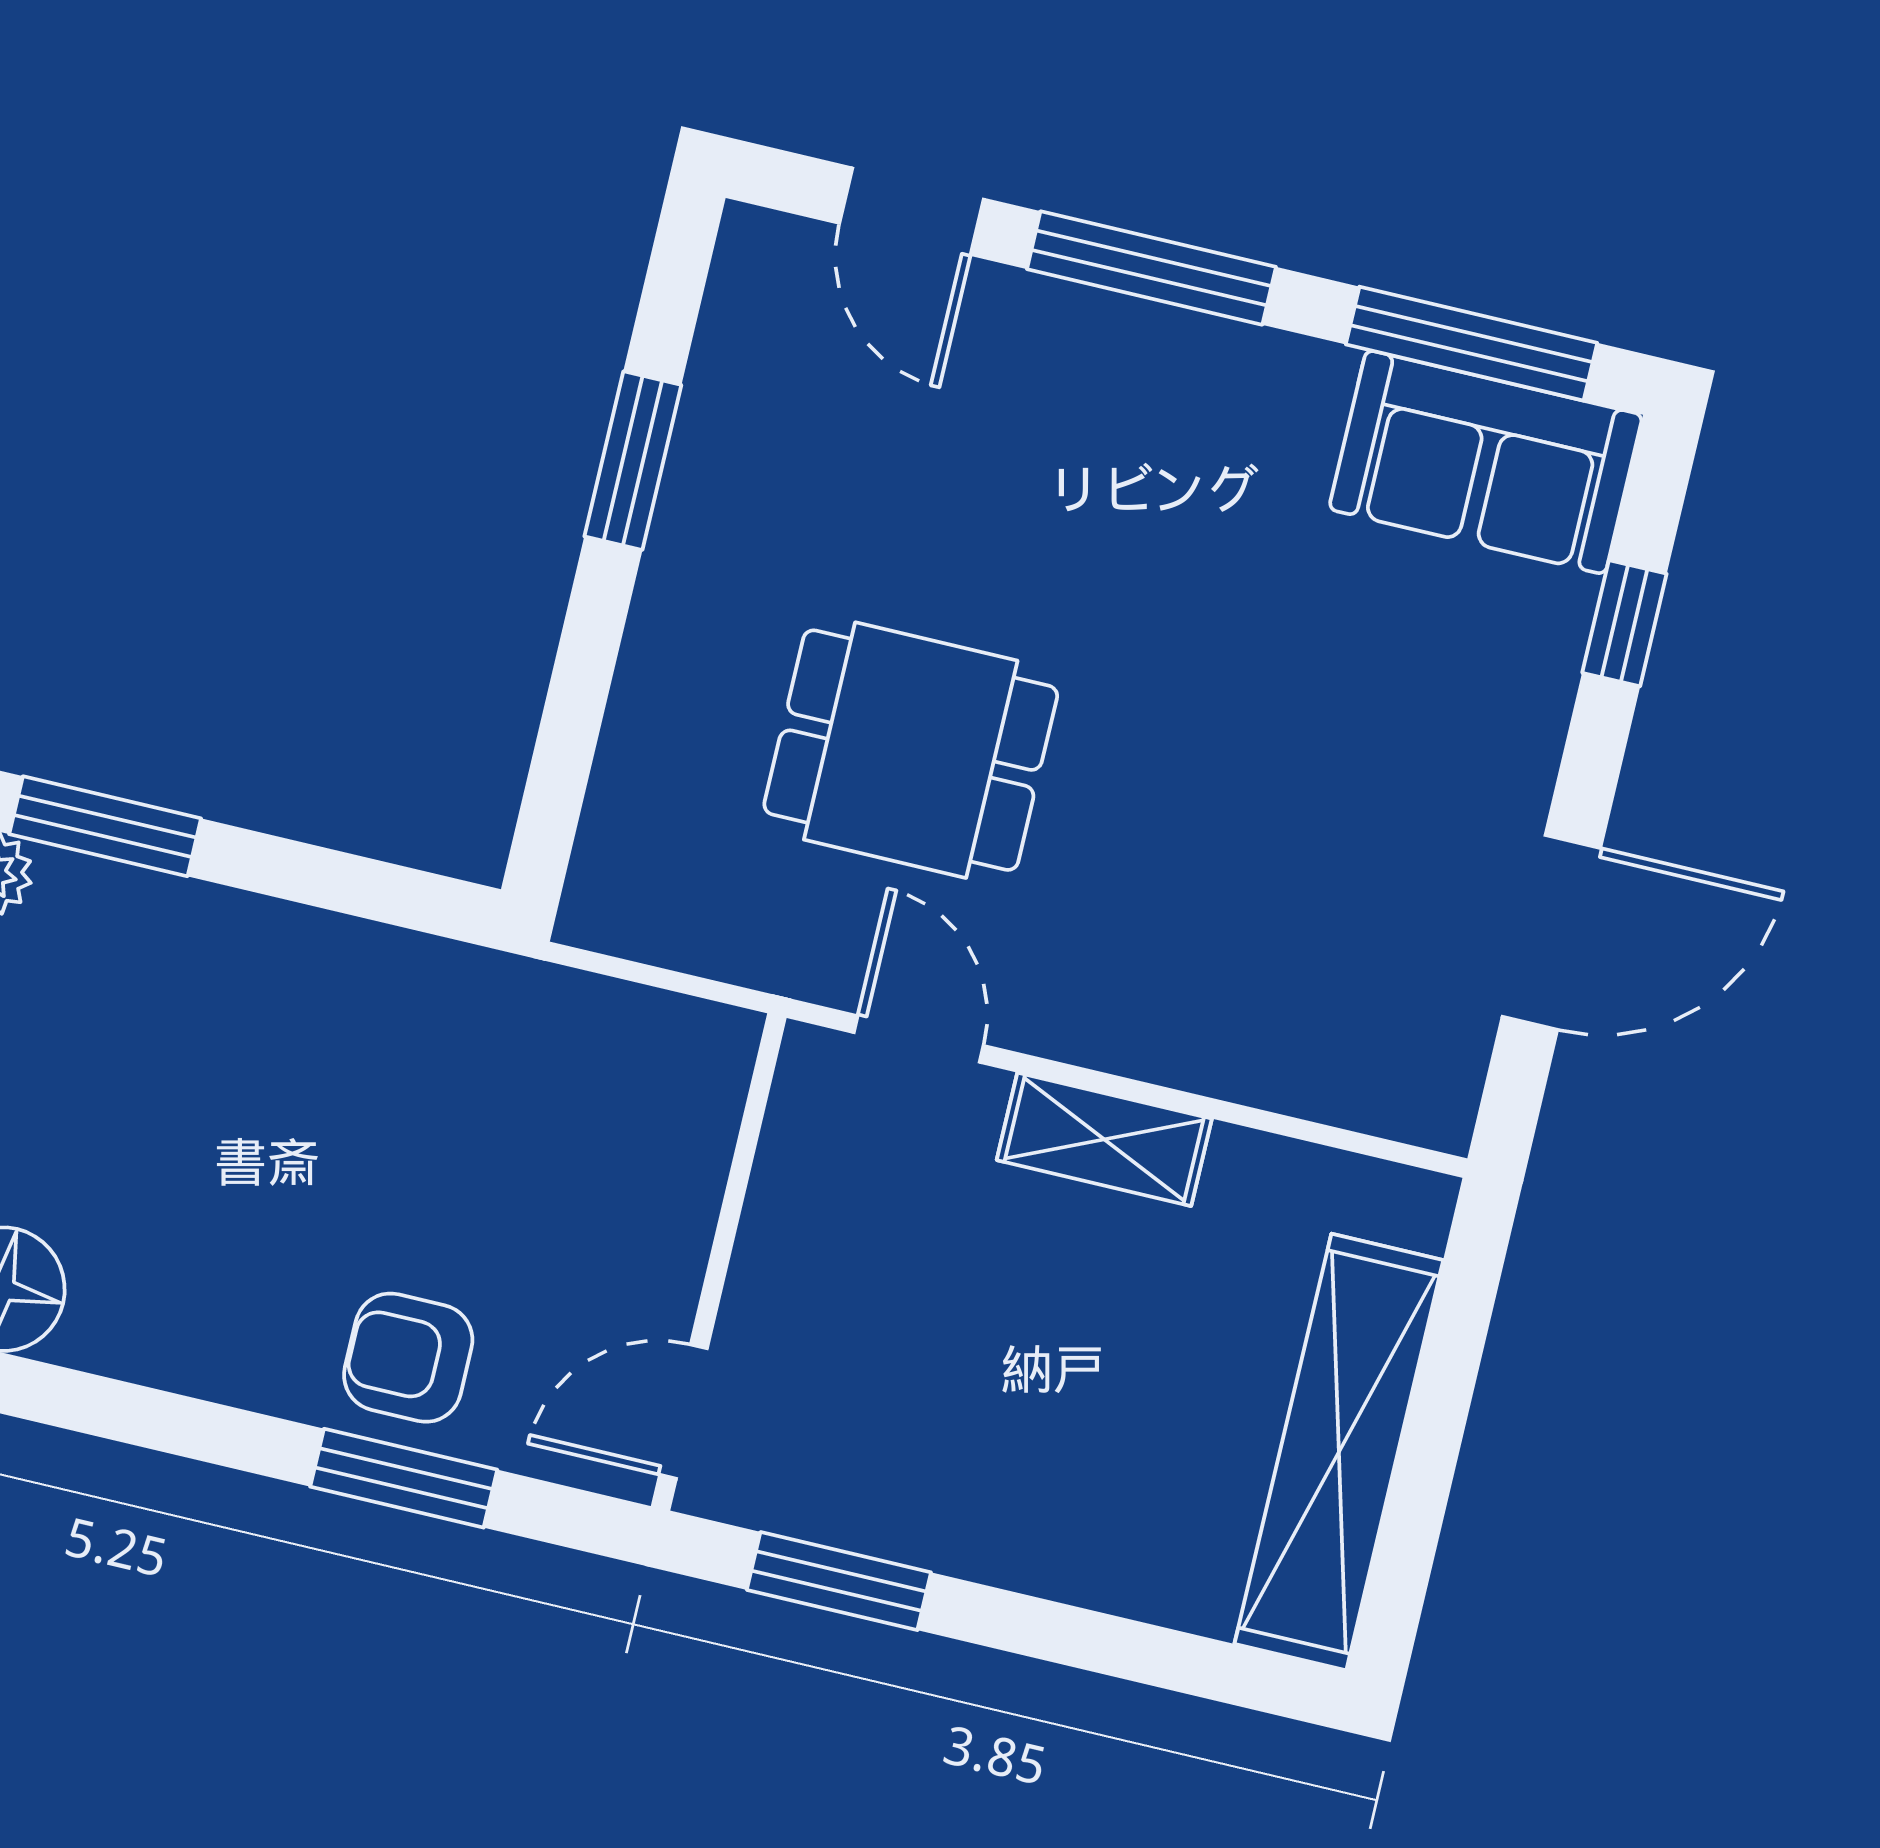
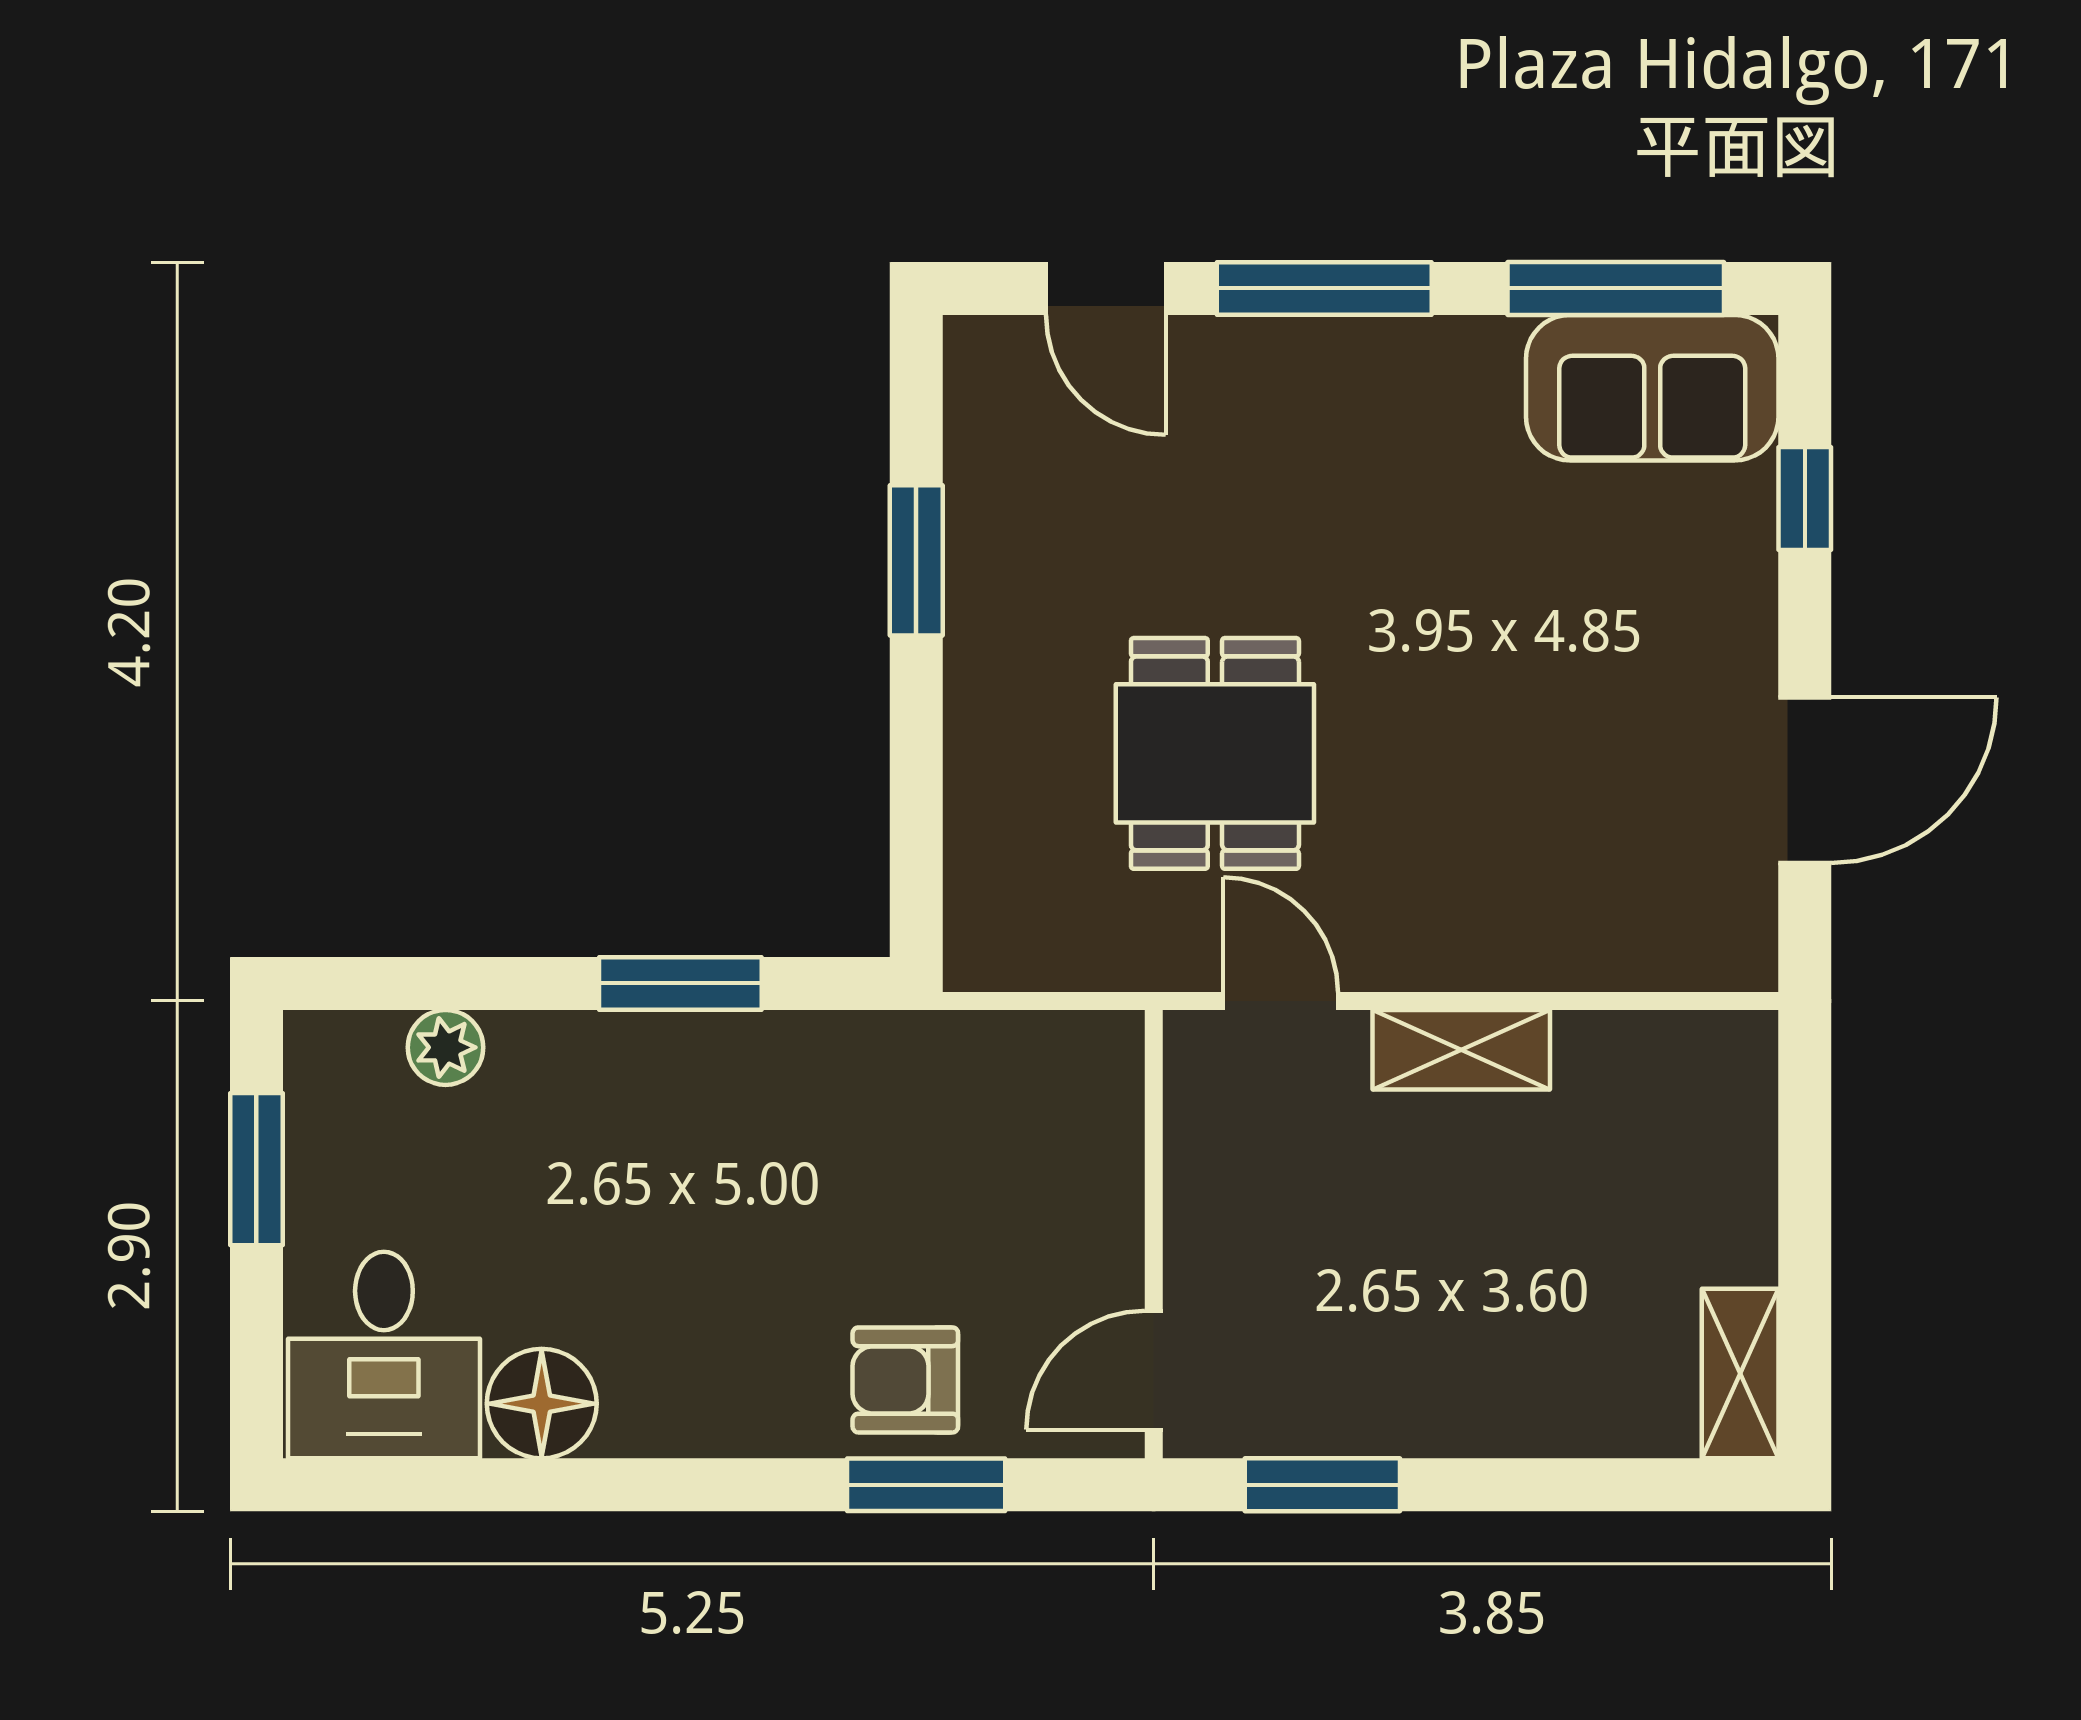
dining table: (911, 750) -> (1215, 753), turned 90
window: (105, 826) -> (680, 983), moved
shelving: (1339, 1452) -> (1740, 1373), width x0.45, depth x0.75

